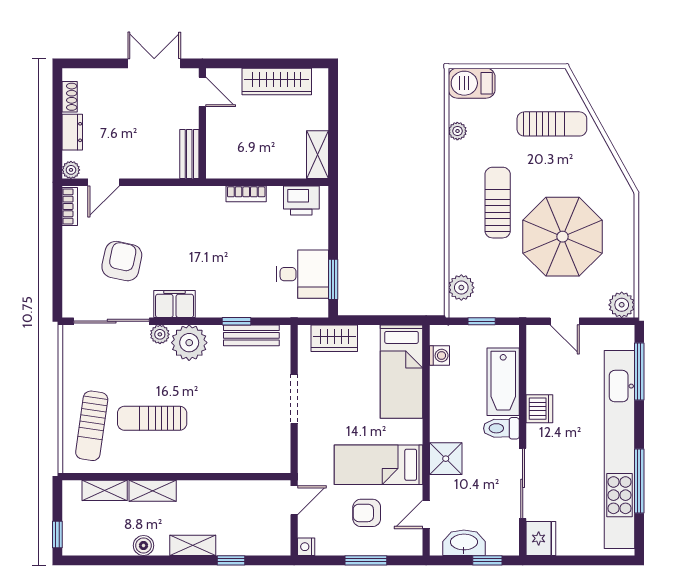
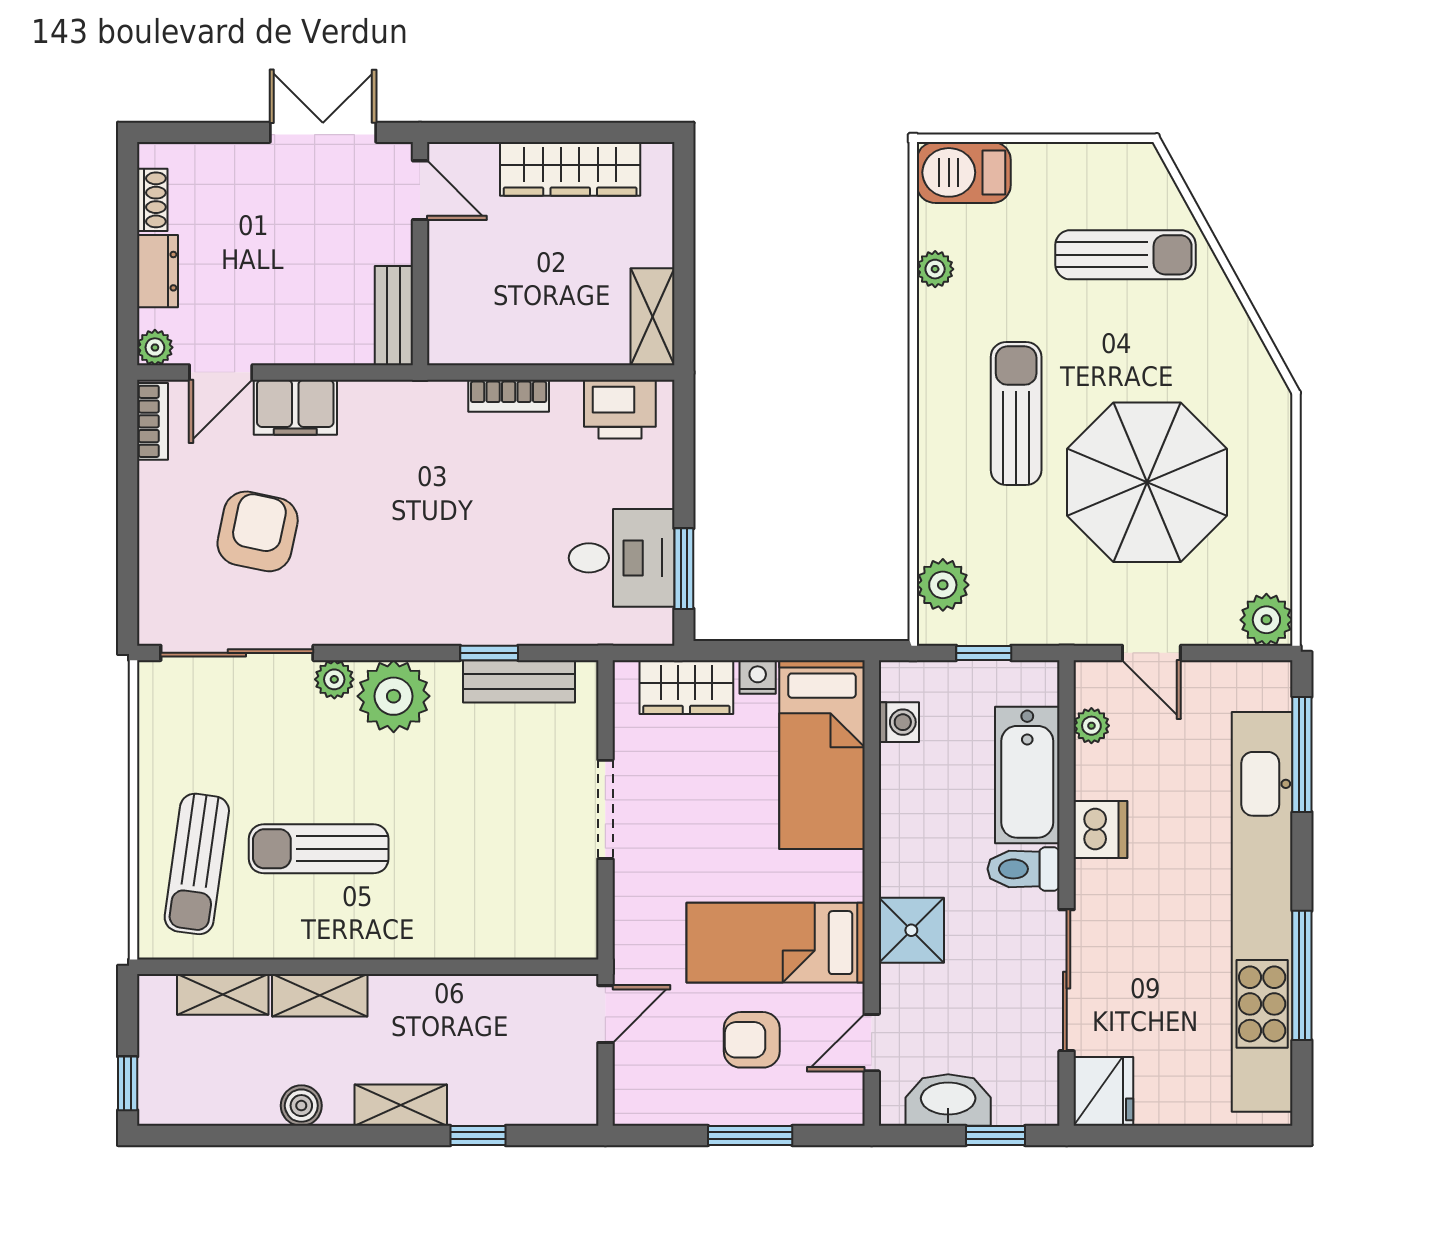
filing cabinet: (175, 304) -> (295, 407), moved, turned 180
plant: (535, 357) -> (1091, 726), added
nightstand: (306, 547) -> (758, 677), moved, turned 90

